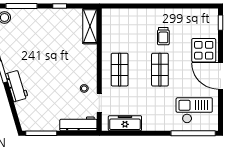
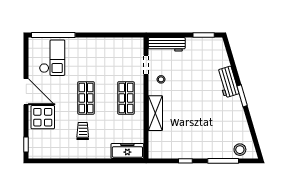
shelving: (90, 26) -> (155, 113), moved
checkout: (194, 110) -> (52, 58), turned -90
freezer: (125, 123) -> (127, 151), moved, turned 180
window: (41, 133) -> (204, 35), width x0.69

